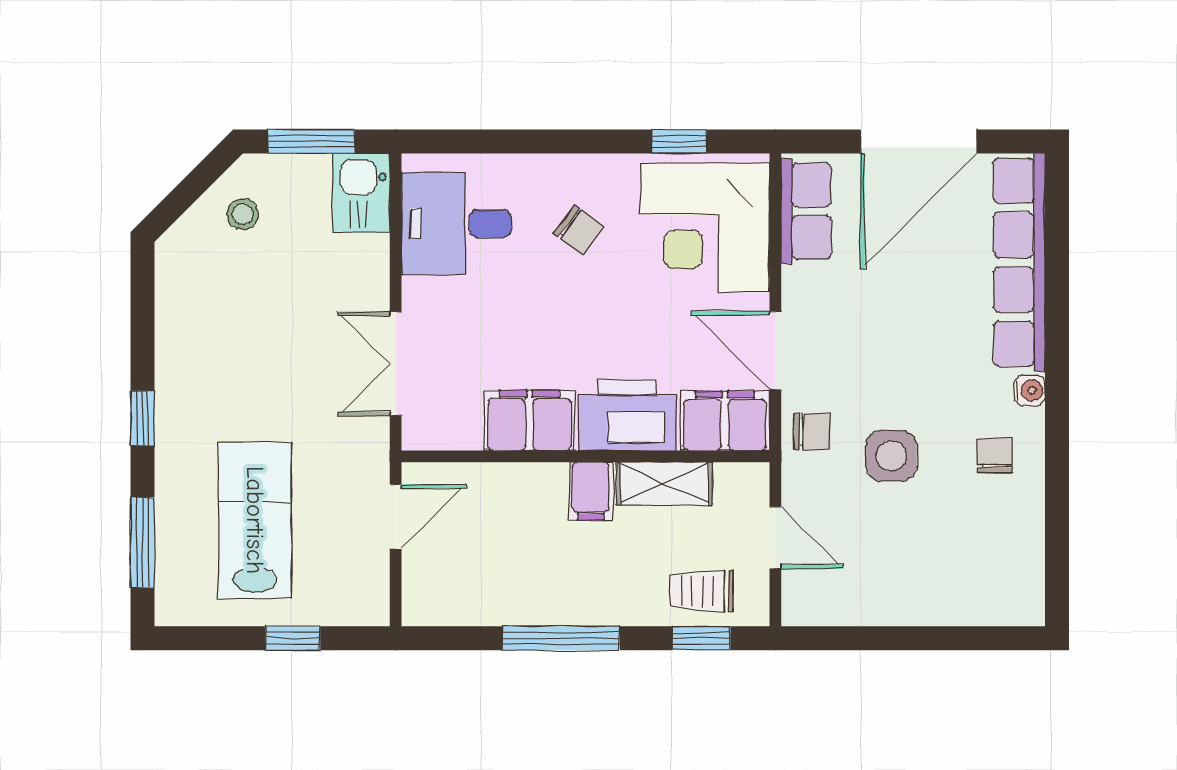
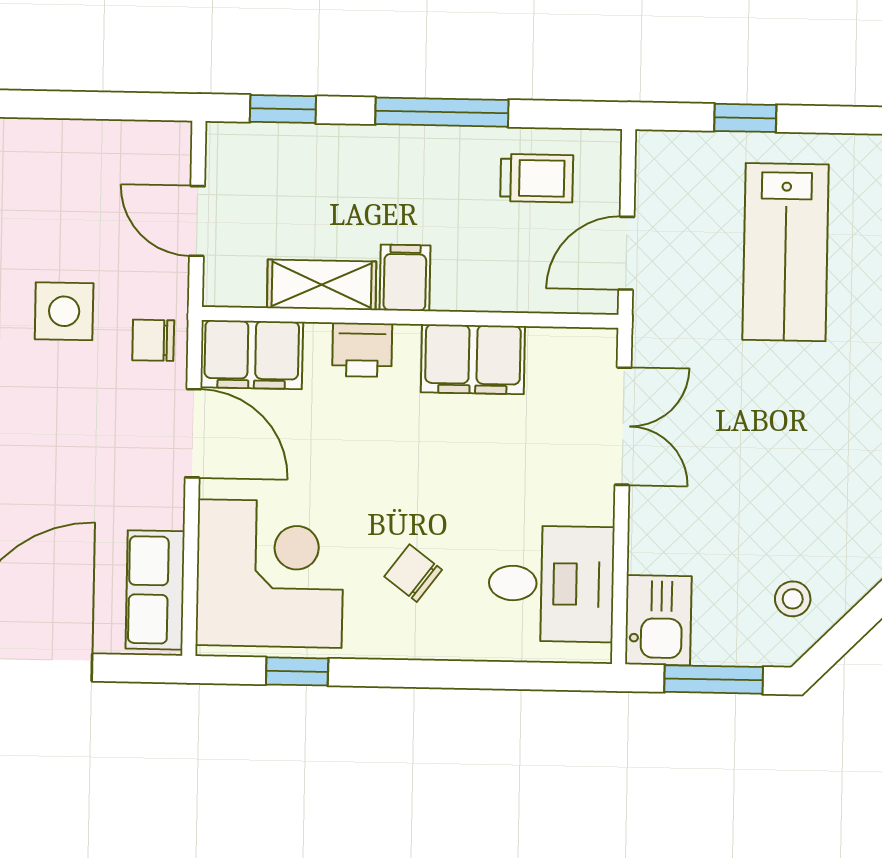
printer: (627, 415) -> (362, 350), width x0.53, depth x0.68
trolley: (702, 591) -> (537, 178), moved

